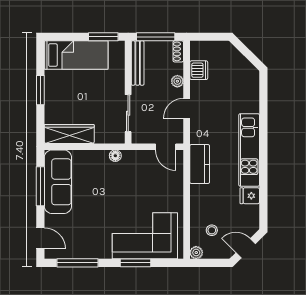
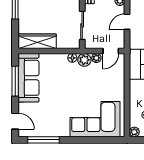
door: (166, 147) -> (111, 51), hinge flipped
plant: (147, 156) -> (96, 58), added
plant: (131, 158) -> (84, 60), added
window: (135, 263) -> (88, 140), removed

